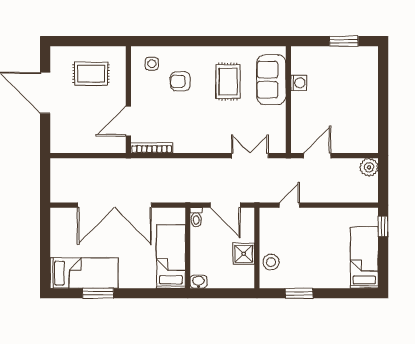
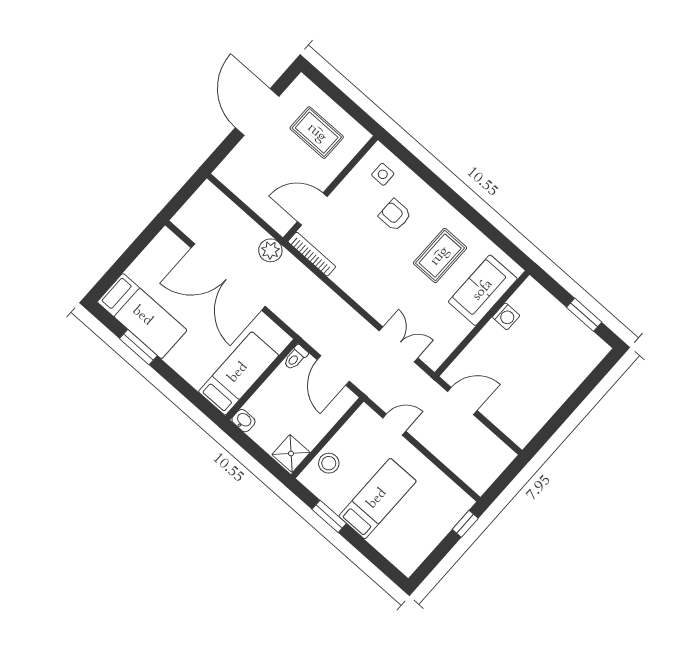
plant: (369, 167) -> (270, 250), moved
shower: (244, 254) -> (291, 454), moved
bed: (364, 258) -> (377, 499), moved

